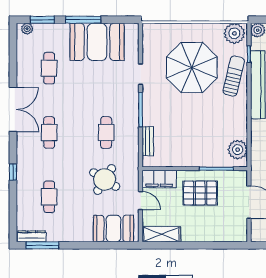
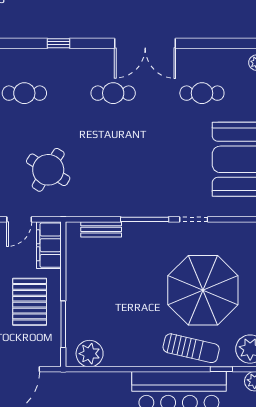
cafe table: (106, 132) -> (113, 172), removed

